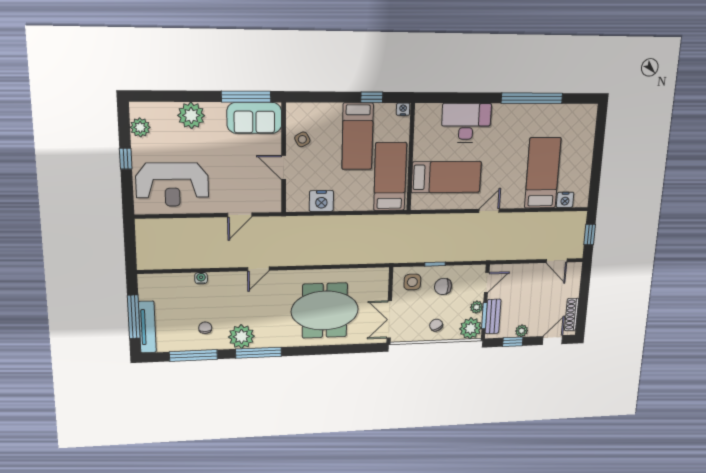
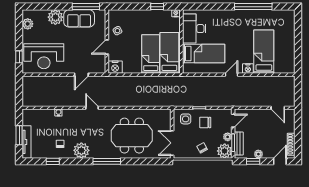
sofa: (254, 118) -> (79, 18), moved
desk: (466, 123) -> (194, 29), moved, turned -90
bed: (358, 136) -> (151, 54), moved, turned 180
window: (126, 159) -> (19, 57), moved
door: (284, 167) -> (107, 47), hinge flipped
nightstand: (565, 200) -> (248, 69), moved
nightstand: (321, 201) -> (115, 67), moved
window: (590, 235) -> (298, 91), removed
door: (258, 269) -> (92, 108), swing flipped
window: (134, 317) -> (19, 135), width x0.69
window: (258, 353) -> (107, 161), moved
window: (193, 356) -> (53, 161), width x0.46

